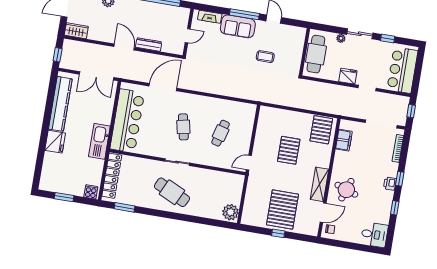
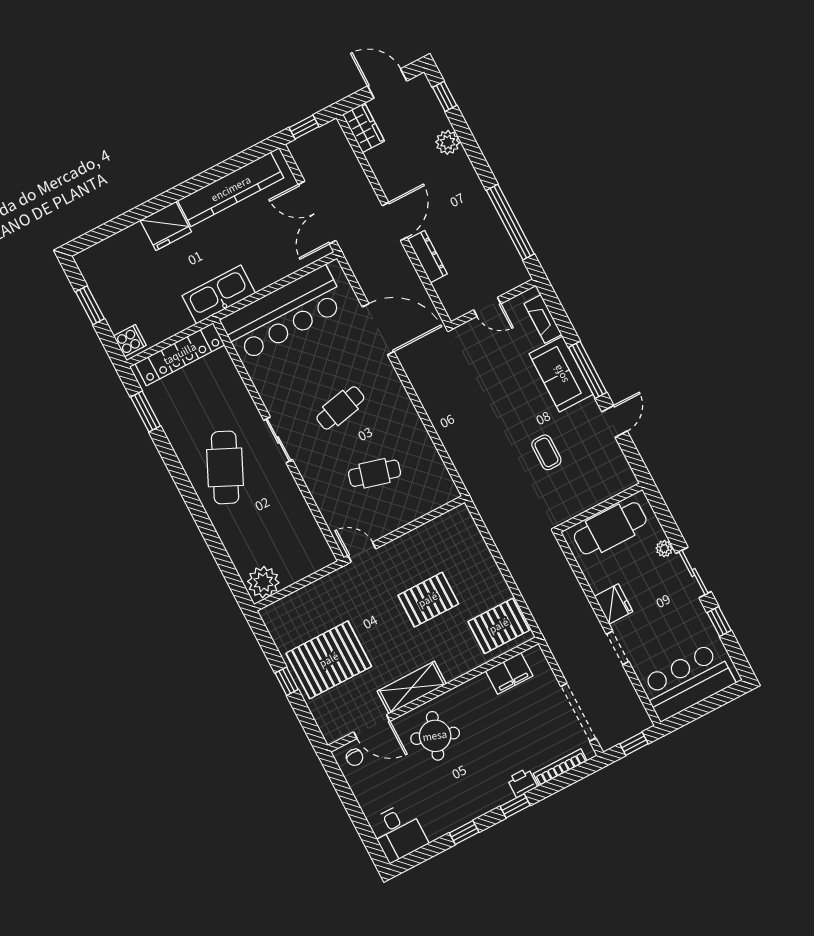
printer: (390, 184) -> (522, 783), moved

